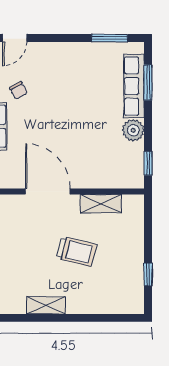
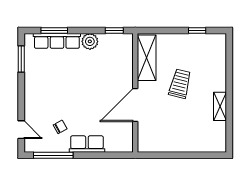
shelving: (101, 204) -> (147, 58), width x1.50, depth x1.33

